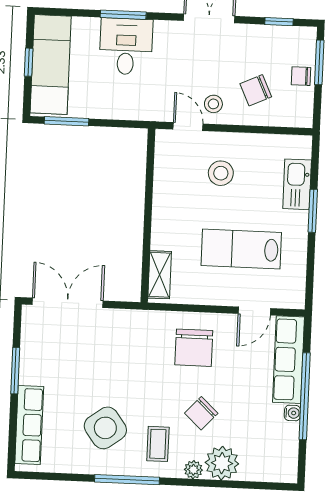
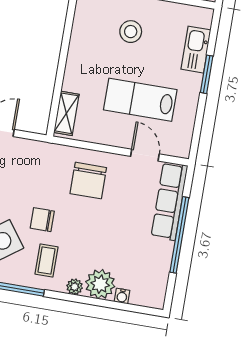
door: (254, 311) -> (145, 155), swing flipped
chair: (201, 413) -> (42, 220), moved, turned 47
water cooler: (292, 413) -> (122, 296), moved, turned 90

